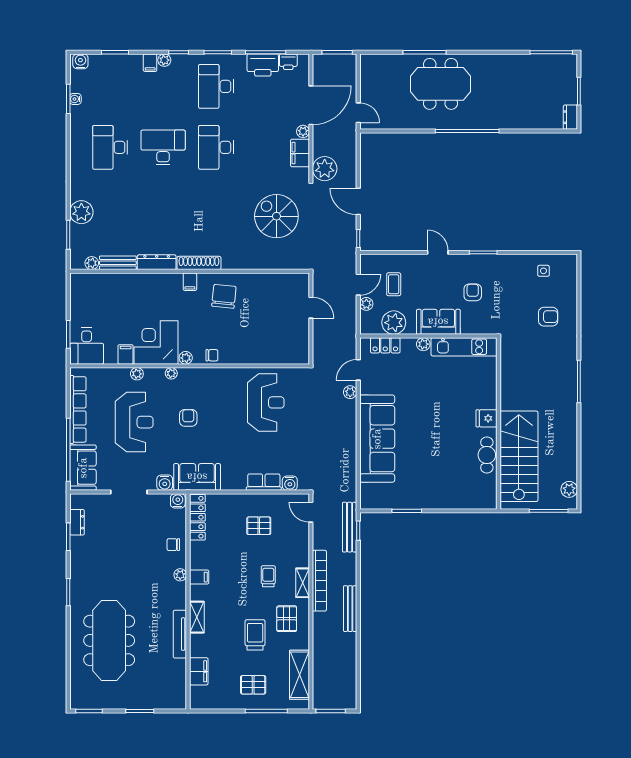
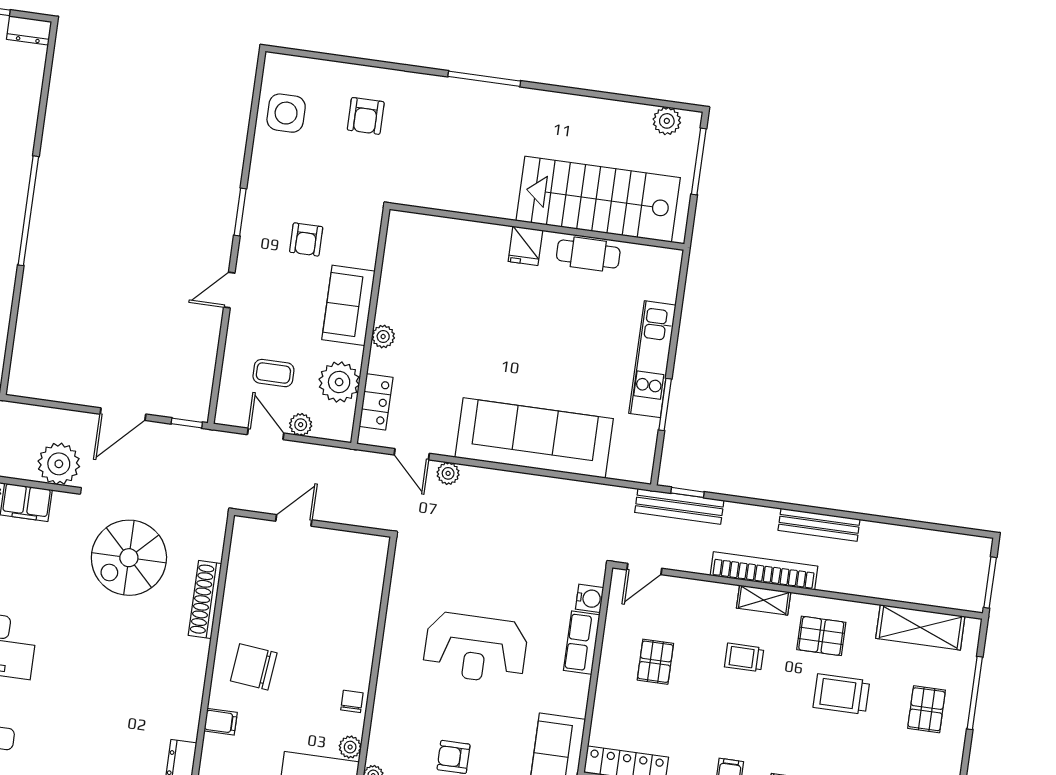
shoe rack: (199, 263) -> (205, 599), moved
side table: (543, 271) -> (286, 113), width x1.87, depth x1.87
armchair: (473, 292) -> (306, 239), turned -90
armchair: (548, 317) -> (366, 116), turned 180
kitchen unit: (464, 347) -> (652, 359), moved, turned 180
reception desk: (266, 402) -> (475, 648), moved, turned 180

